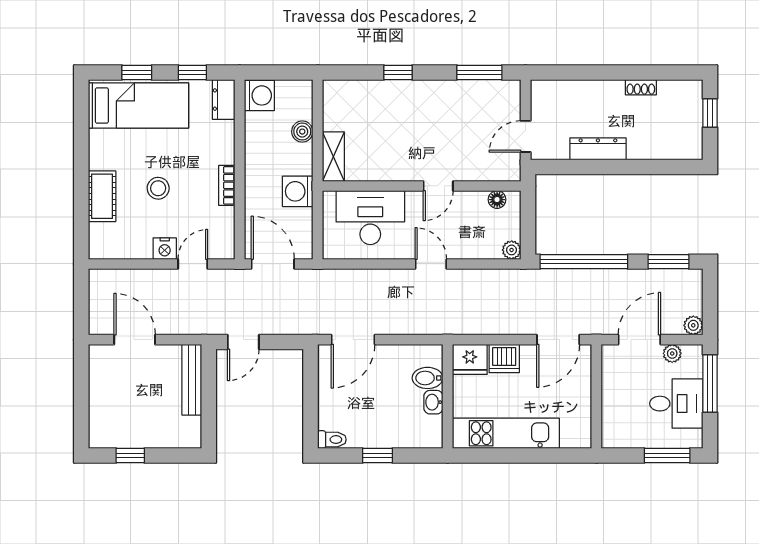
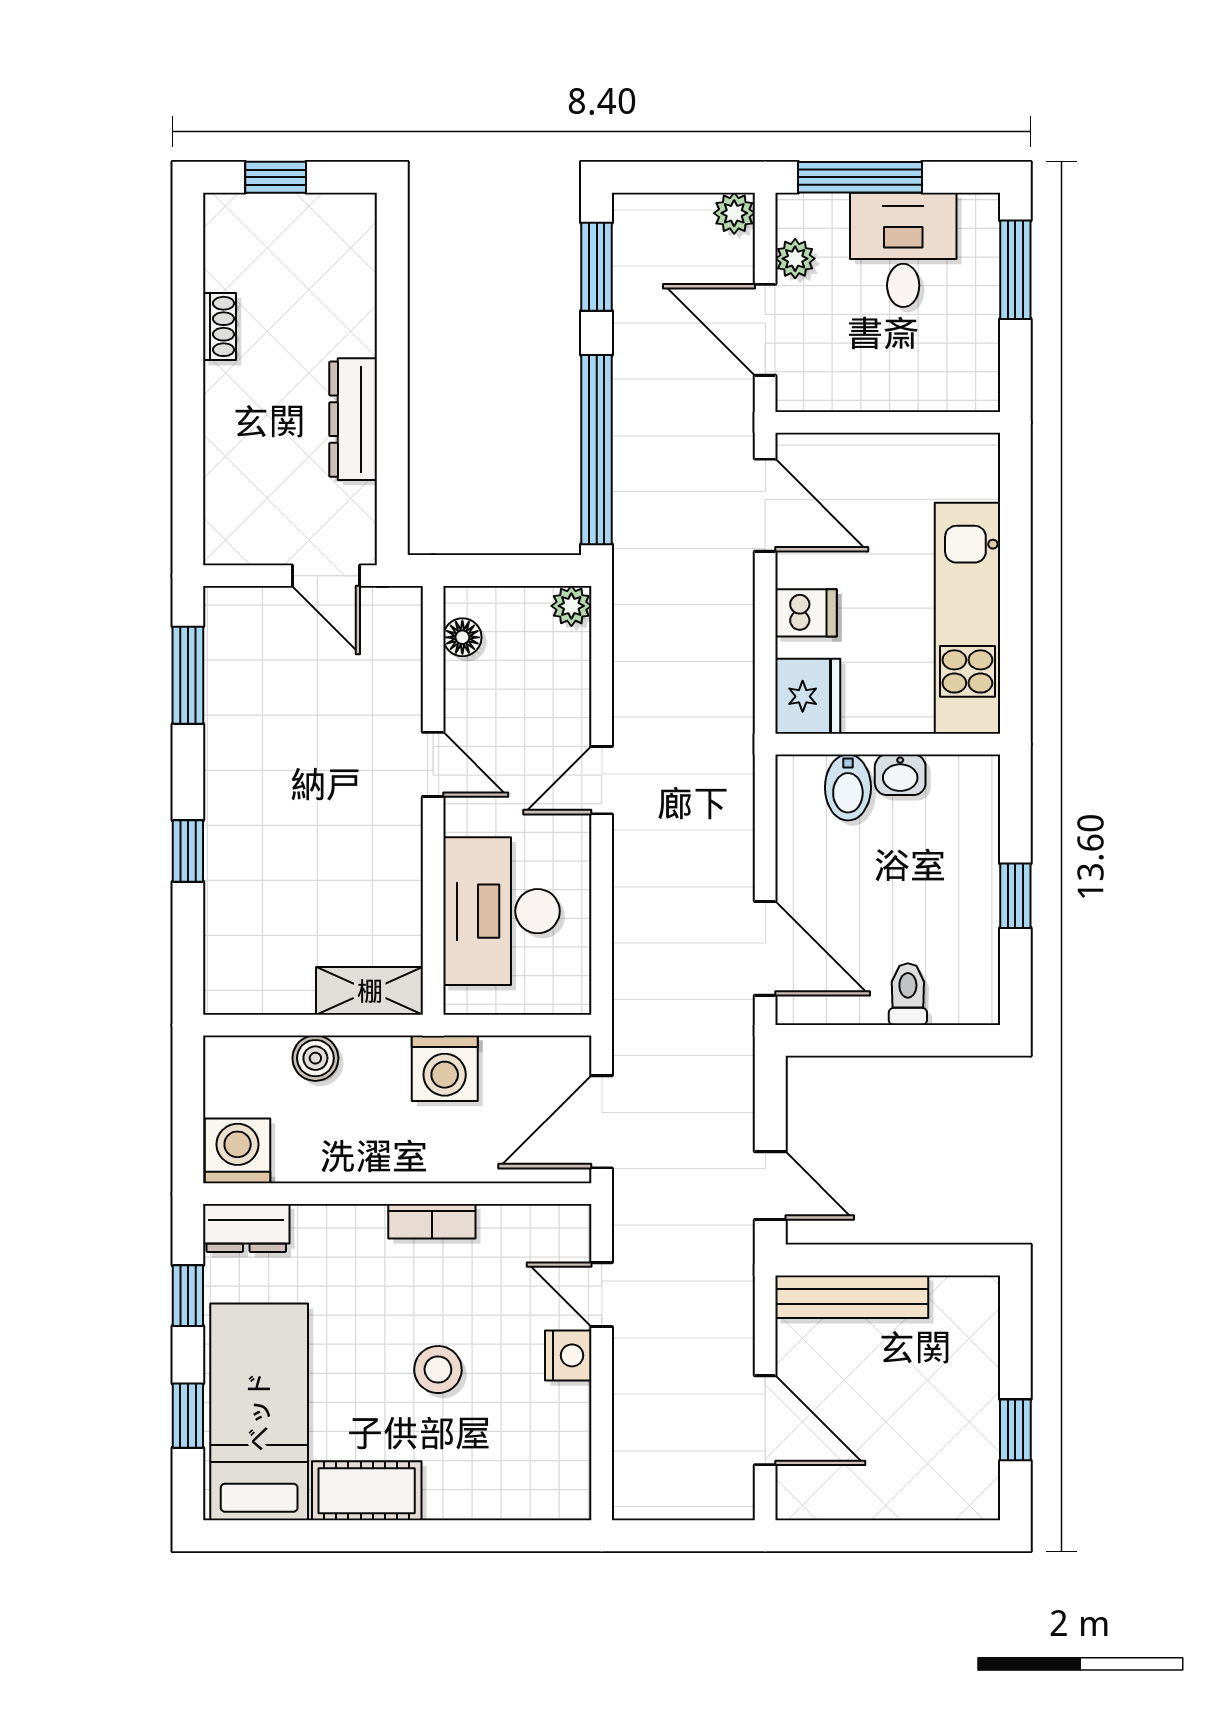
cot: (102, 196) -> (367, 1491), moved
door: (135, 340) -> (765, 1420), swing flipped
dishwasher: (504, 359) -> (806, 613), width x0.73
toilet: (332, 440) -> (908, 994), moved

